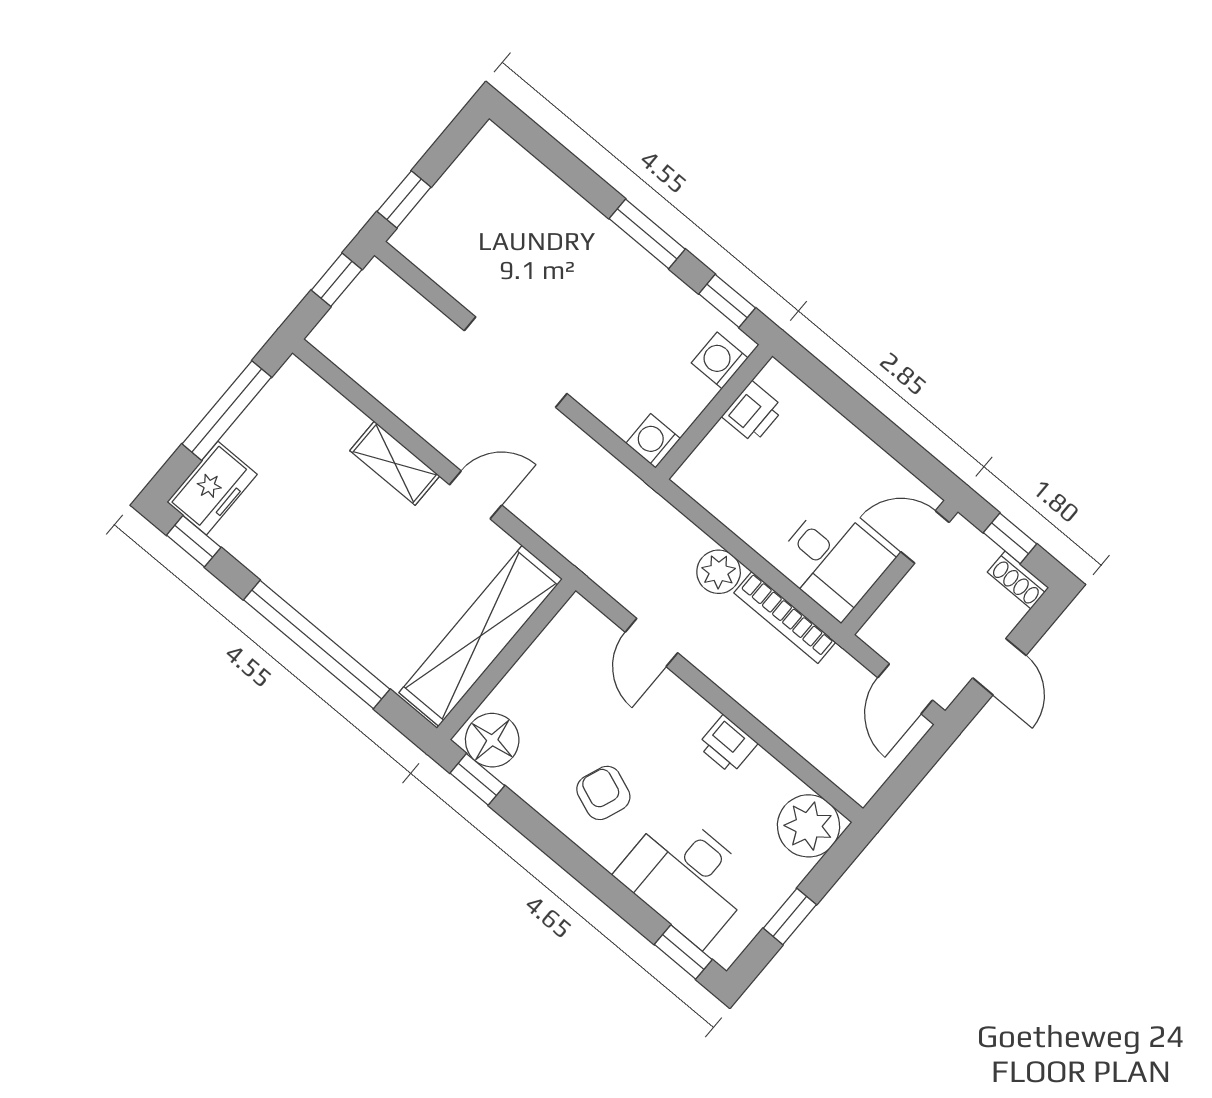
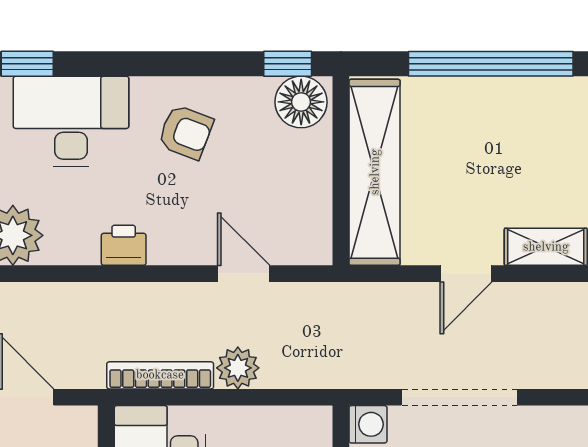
doorway: (516, 362) -> (459, 397), moved

